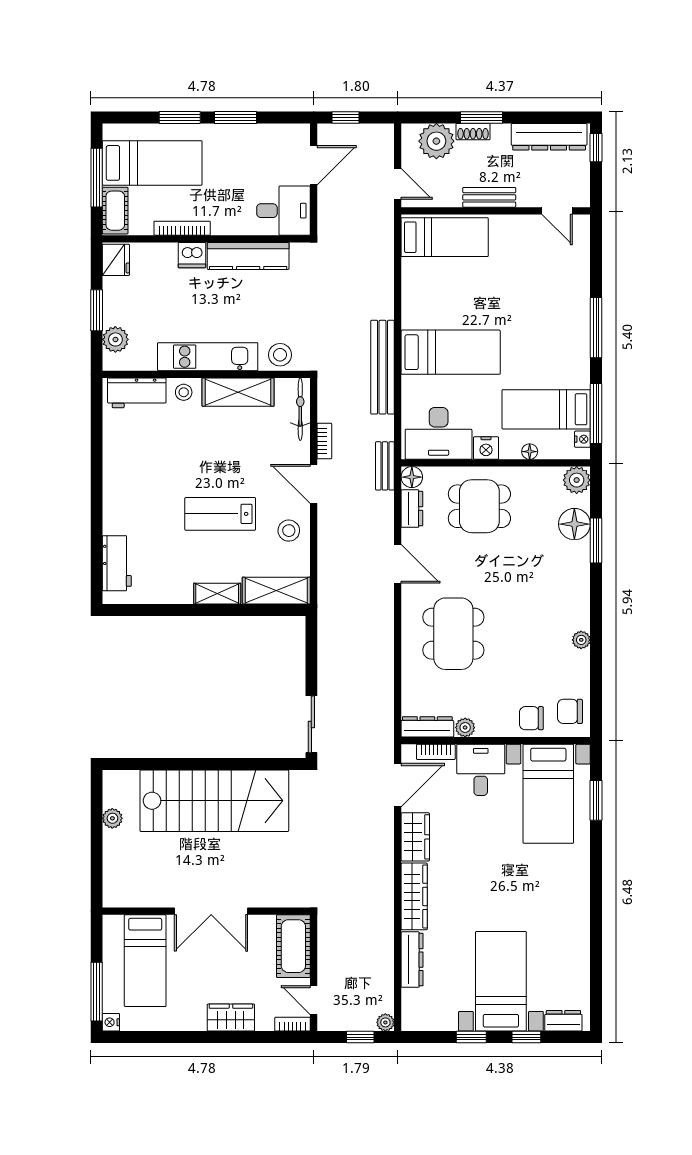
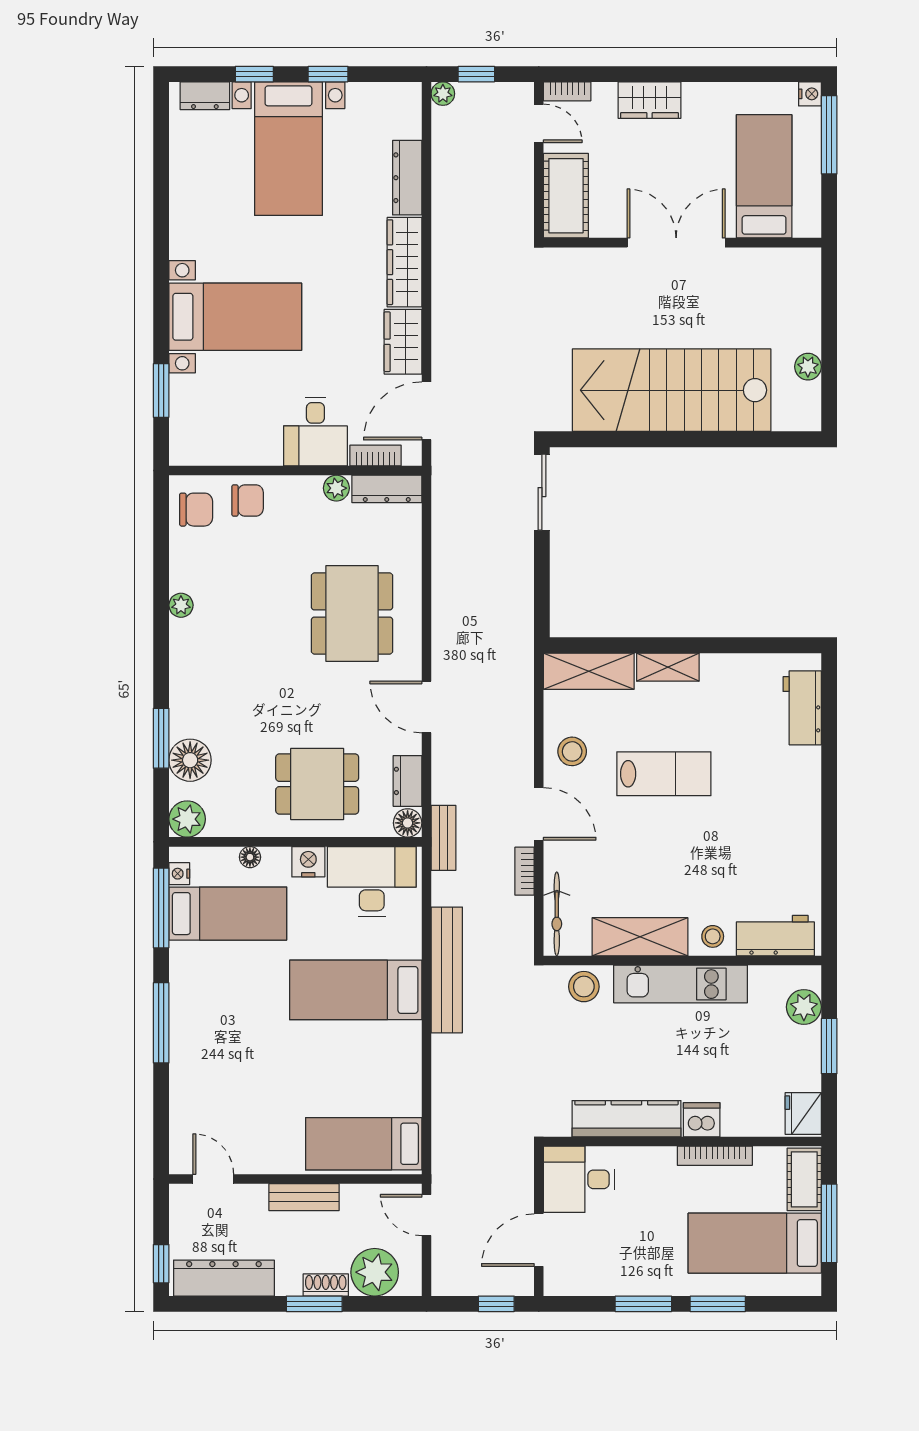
bed with nightstands: (548, 794) -> (235, 317), moved, turned 90

